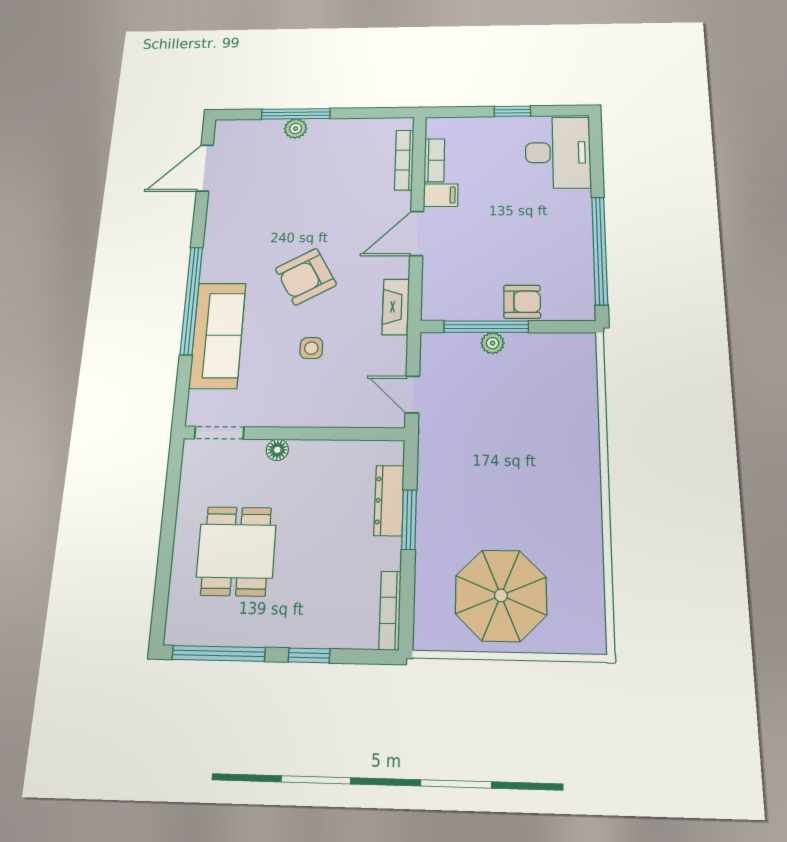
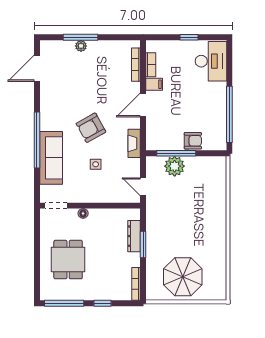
plant: (493, 343) -> (175, 166), width x1.88, depth x1.88

